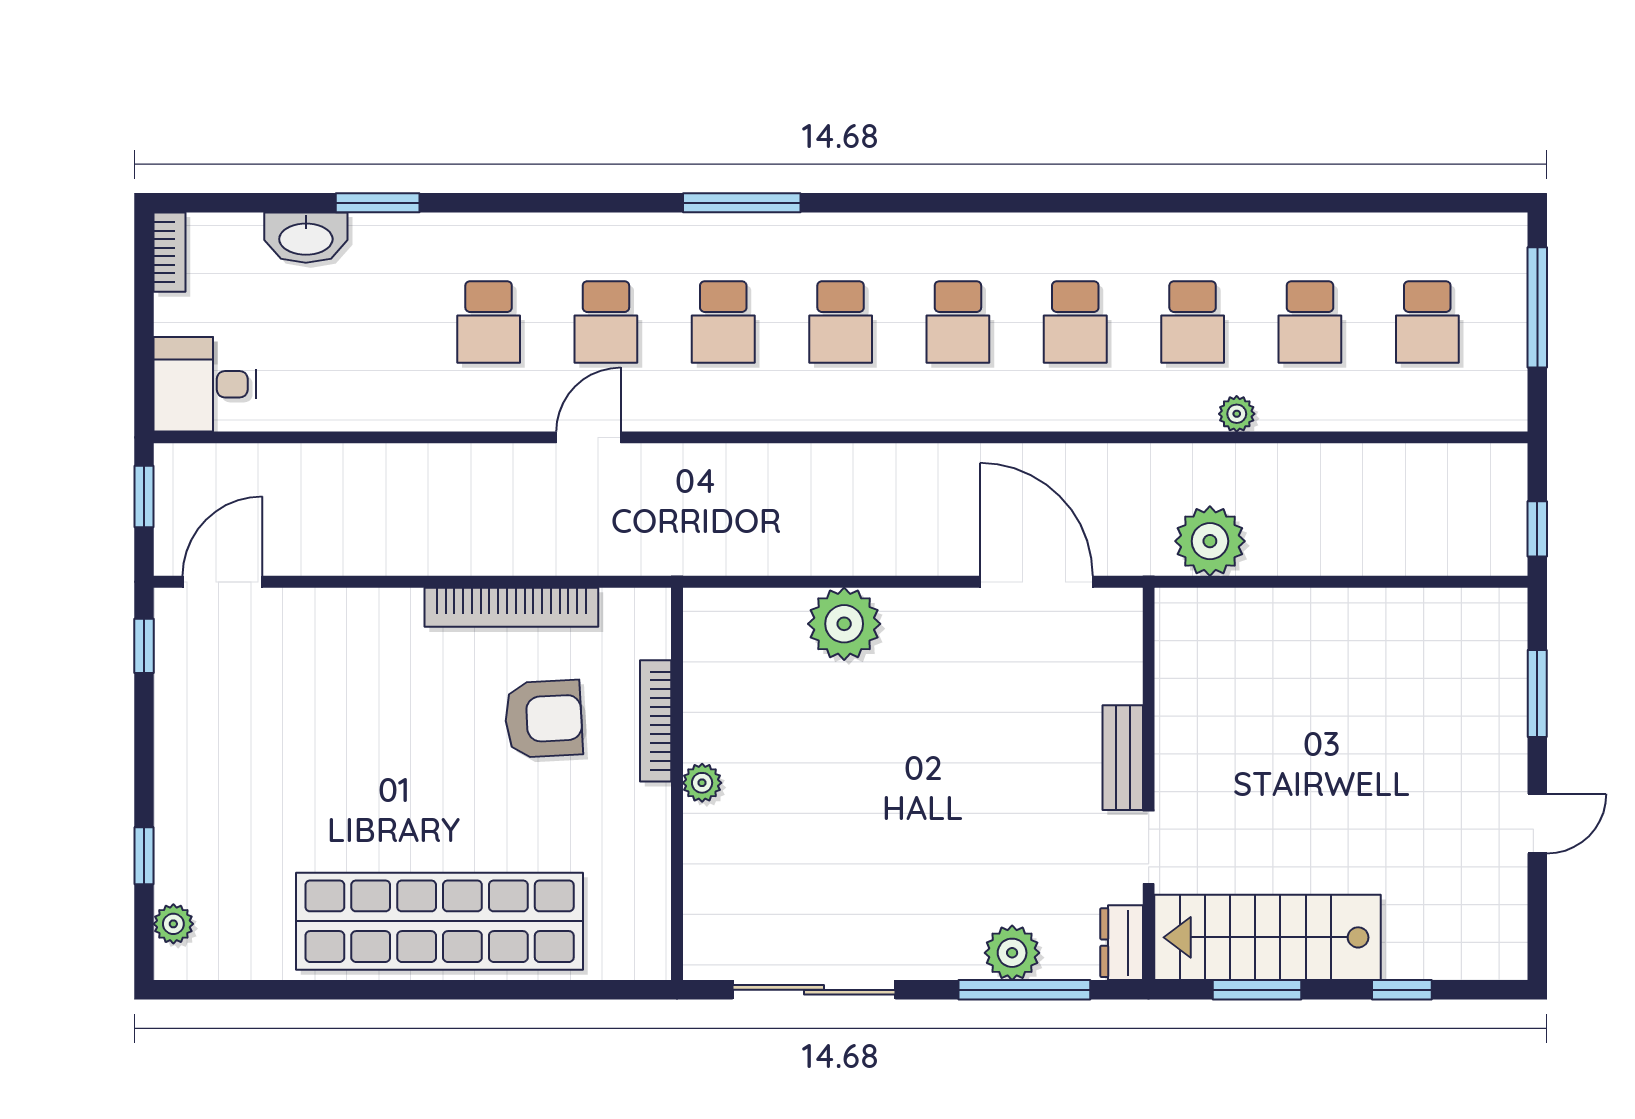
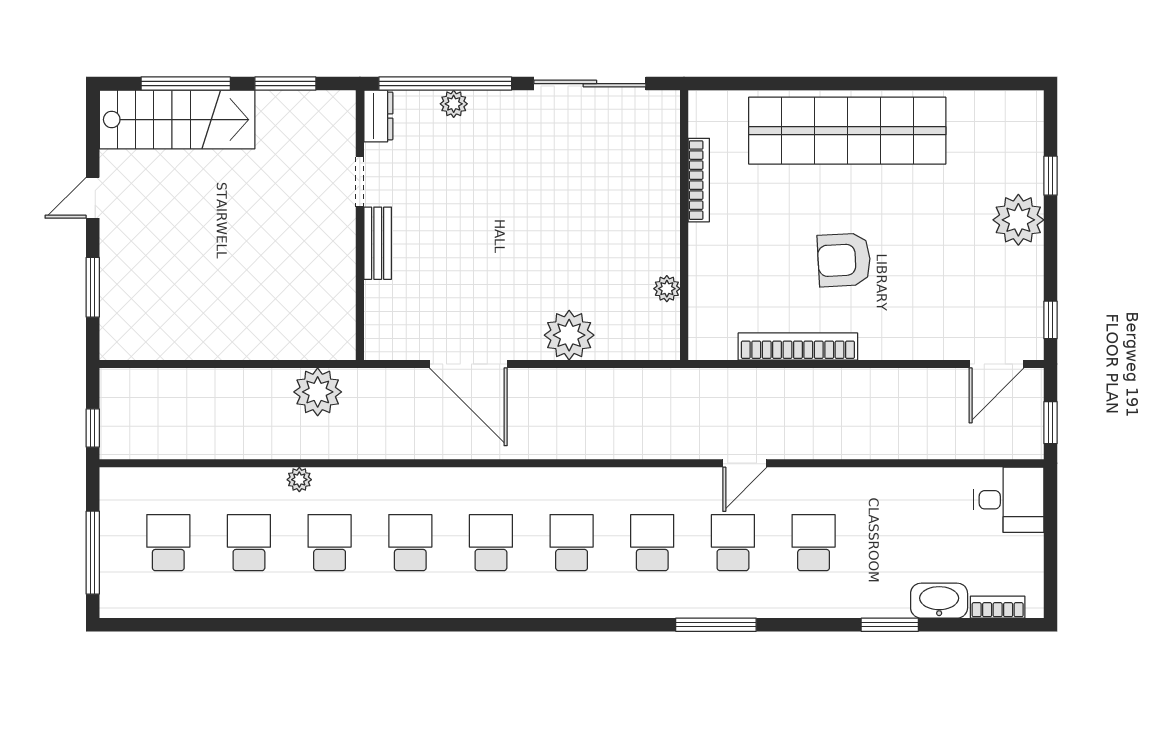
window: (742, 203) -> (716, 625), moved
bookcase: (169, 252) -> (998, 607), moved, turned 90
window: (1537, 529) -> (93, 428), moved
door: (1036, 582) -> (468, 364), moved
armchair: (544, 719) -> (844, 260), moved
bookcase: (656, 721) -> (699, 180), moved
plant: (702, 783) -> (667, 289), moved
plant: (173, 924) -> (1018, 220), moved, width x1.88, depth x1.88
stairs: (1268, 937) -> (177, 120), moved
plant: (1012, 953) -> (454, 104), width x0.73, depth x0.73
window: (1024, 990) -> (445, 84), width x1.46
window: (1402, 990) -> (186, 84), width x2.17

